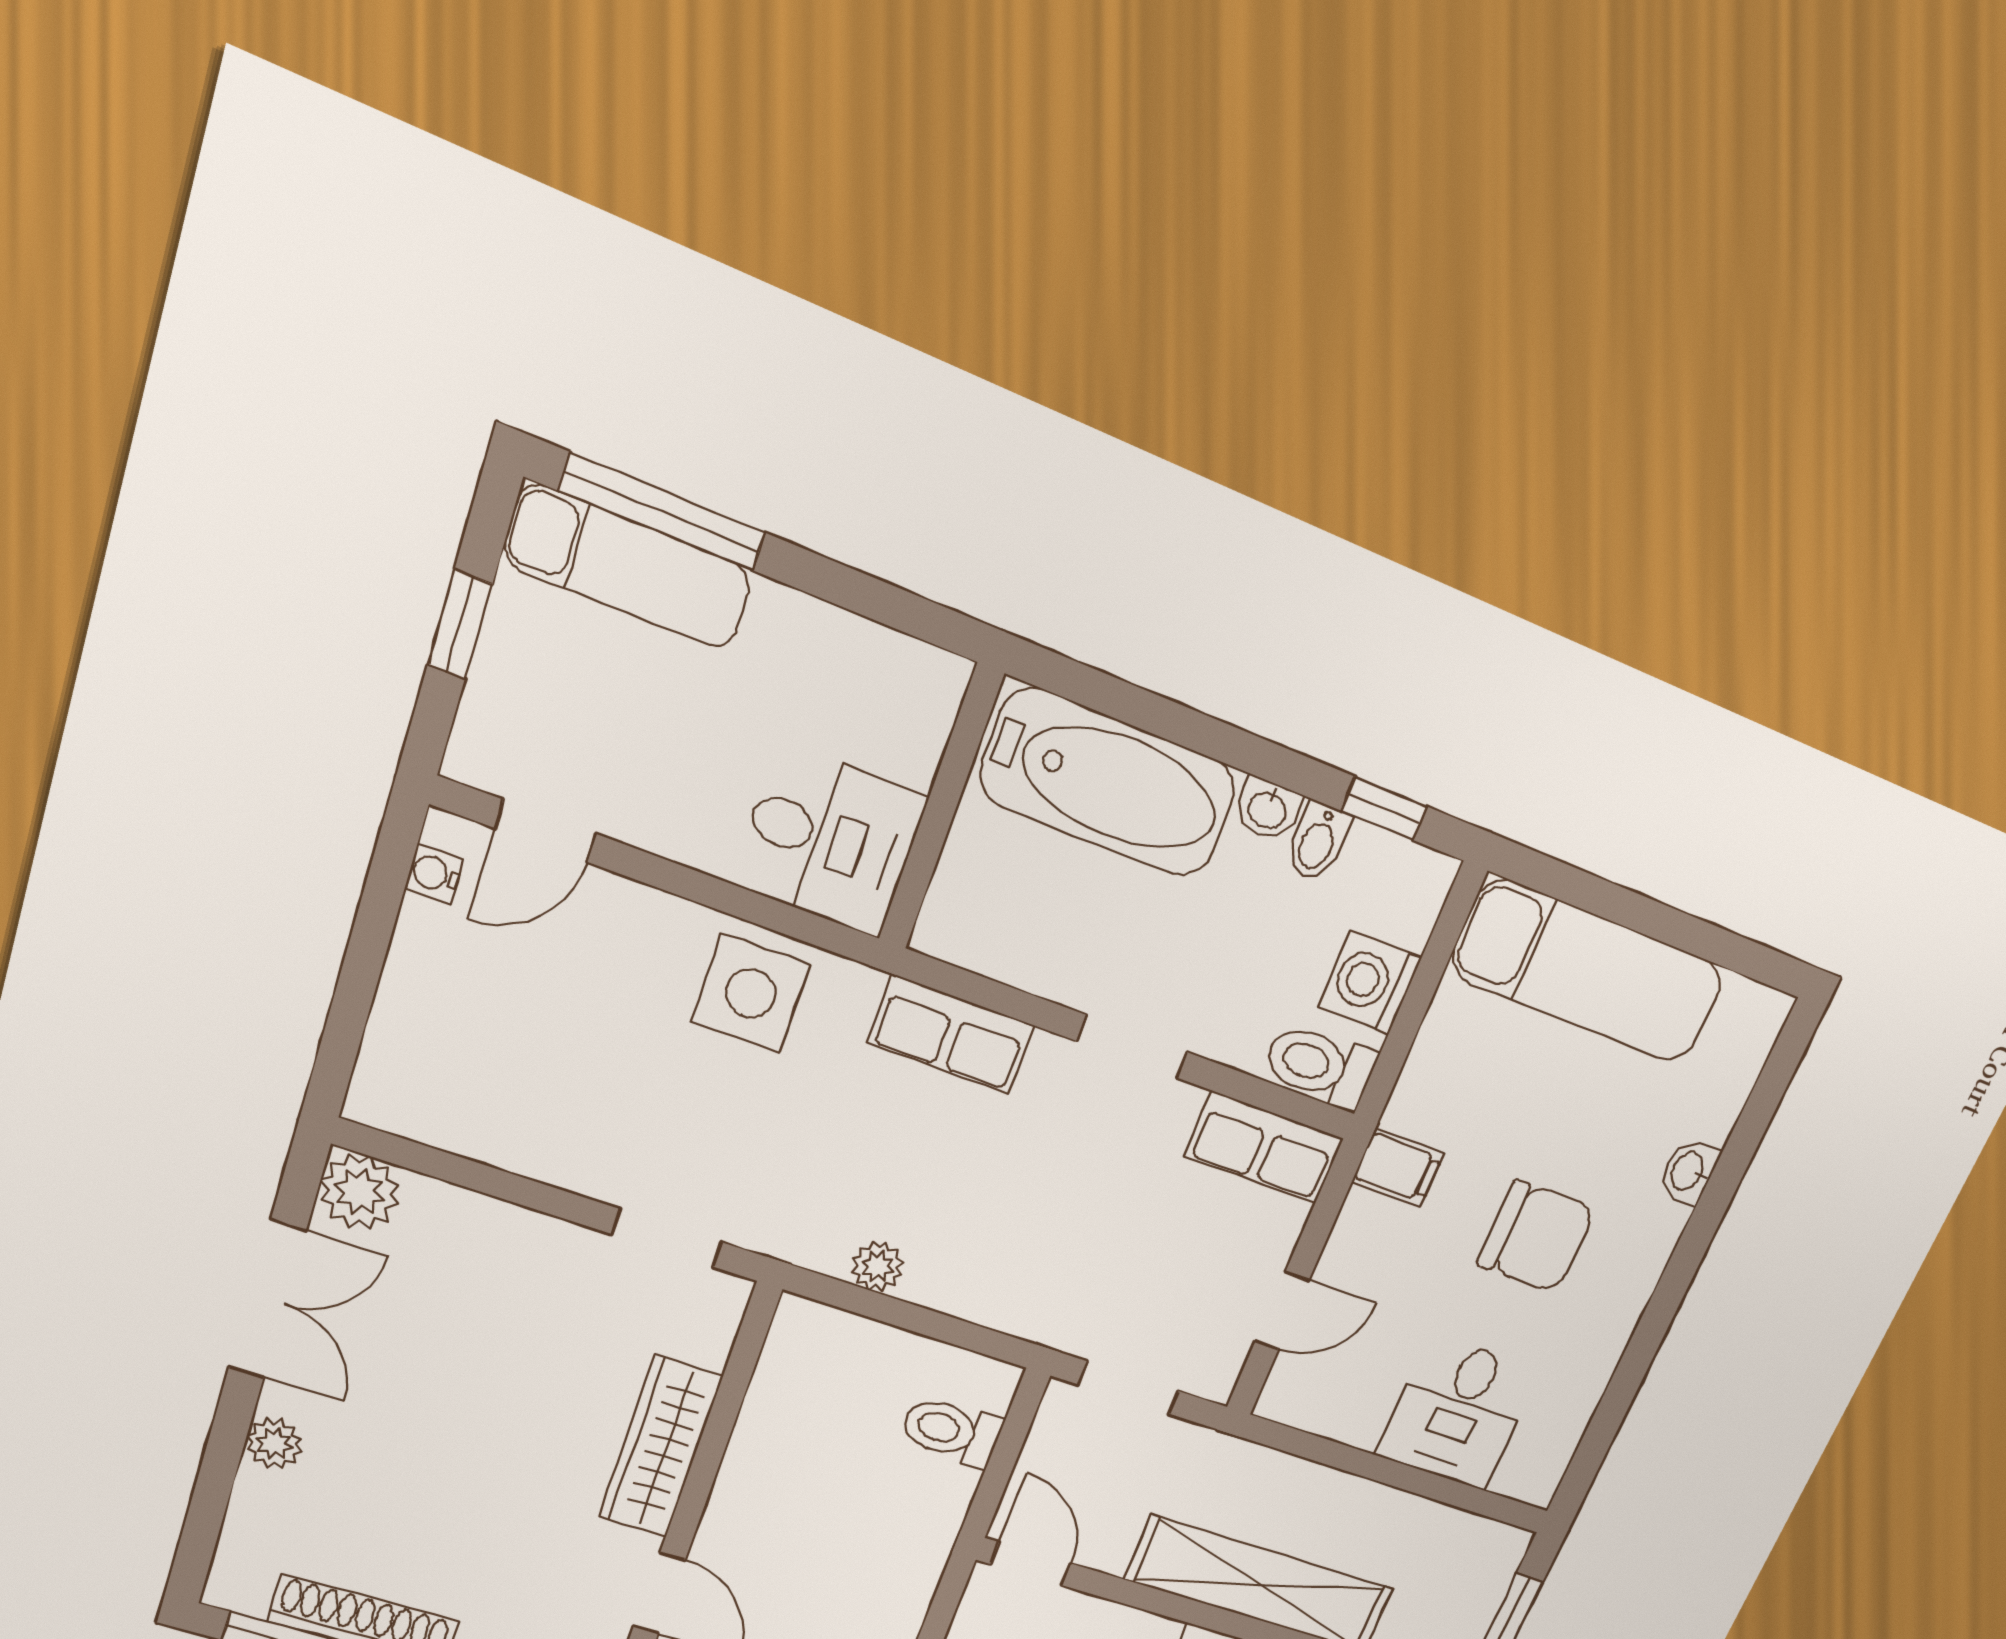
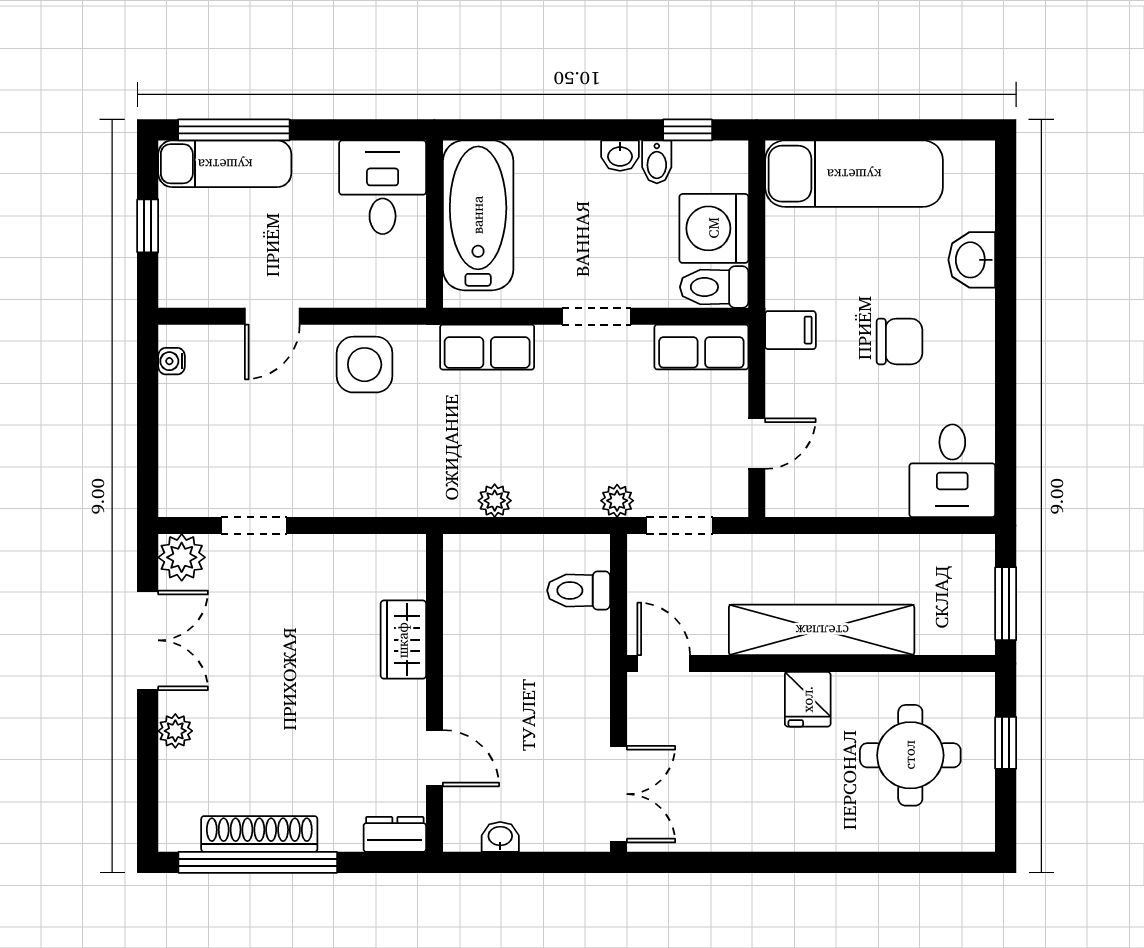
bathtub: (1108, 783) -> (478, 215), moved, turned -90
door: (545, 831) -> (272, 316), moved
desk: (830, 841) -> (383, 187), moved, turned -90
washing machine: (1370, 982) -> (714, 228), width x1.37, depth x1.37
washbasin: (1688, 1172) -> (972, 260), width x1.38, depth x1.45
chair: (1536, 1237) -> (899, 341), width x0.73, depth x0.73
doorway: (667, 1238) -> (254, 525), moved
plant: (1055, 1325) -> (617, 501), added
desk: (1458, 1413) -> (952, 471), moved
wardrobe: (661, 1447) -> (403, 640), width x0.67

